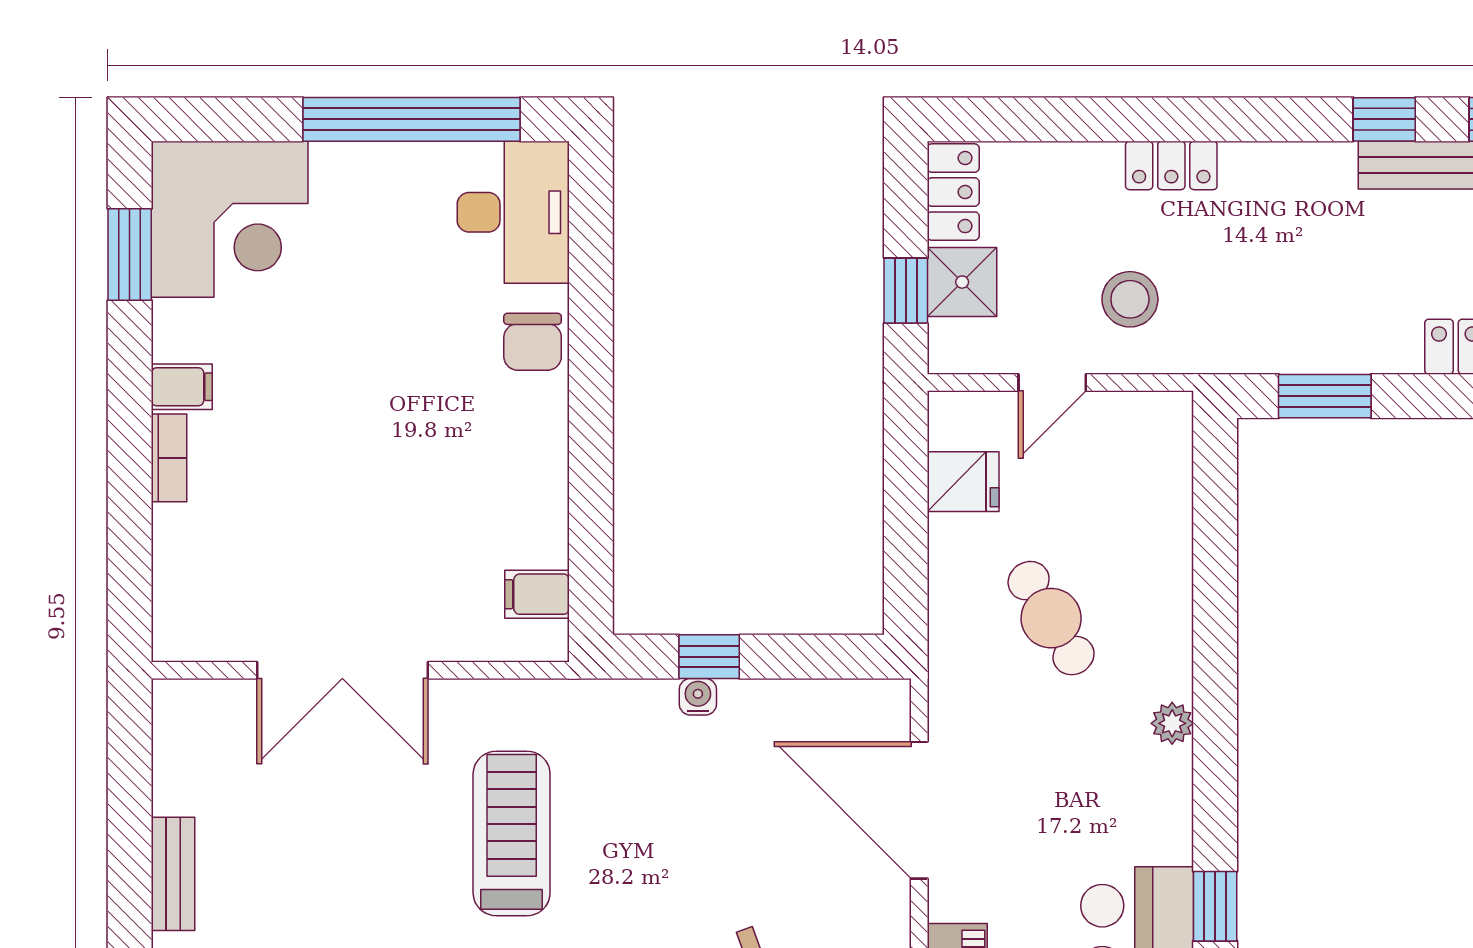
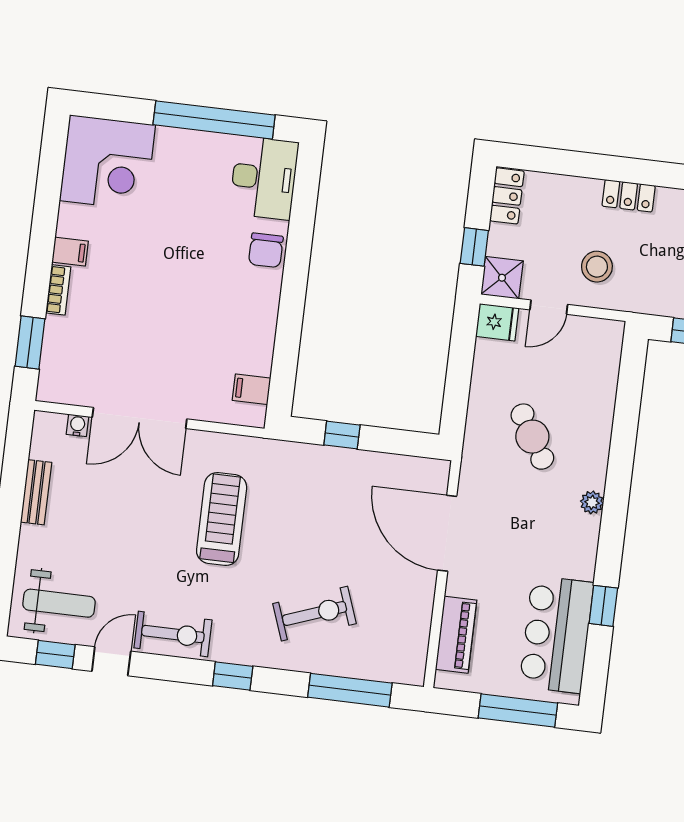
window: (130, 255) -> (30, 342), moved
shower: (962, 282) -> (502, 278), moved
fridge: (963, 482) -> (497, 322), moved
water cooler: (698, 697) -> (77, 425), moved
bench: (173, 874) -> (36, 492), moved

